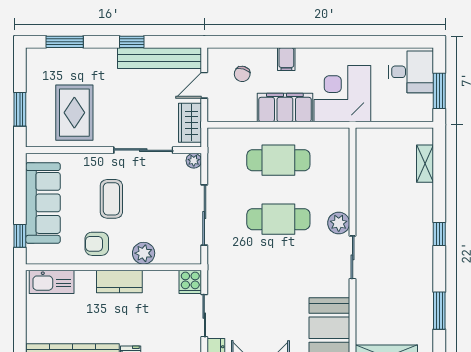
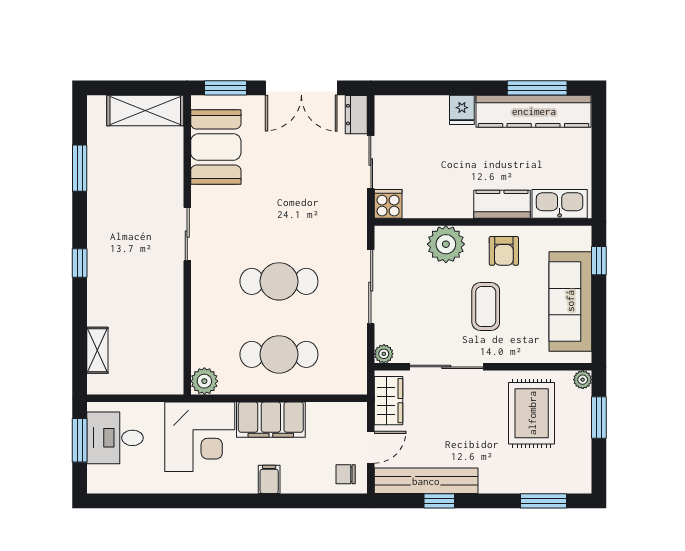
window: (132, 42) -> (439, 501), moved
desk: (411, 72) -> (115, 438), moved
chair: (242, 74) -> (346, 474), moved, turned -106
plant: (33, 140) -> (583, 380), added
plant: (339, 223) -> (204, 381), moved
armchair: (97, 244) -> (504, 251), turned 90
plant: (144, 253) -> (446, 244), width x1.36, depth x1.36
kitchen counter: (119, 281) -> (502, 204), moved

